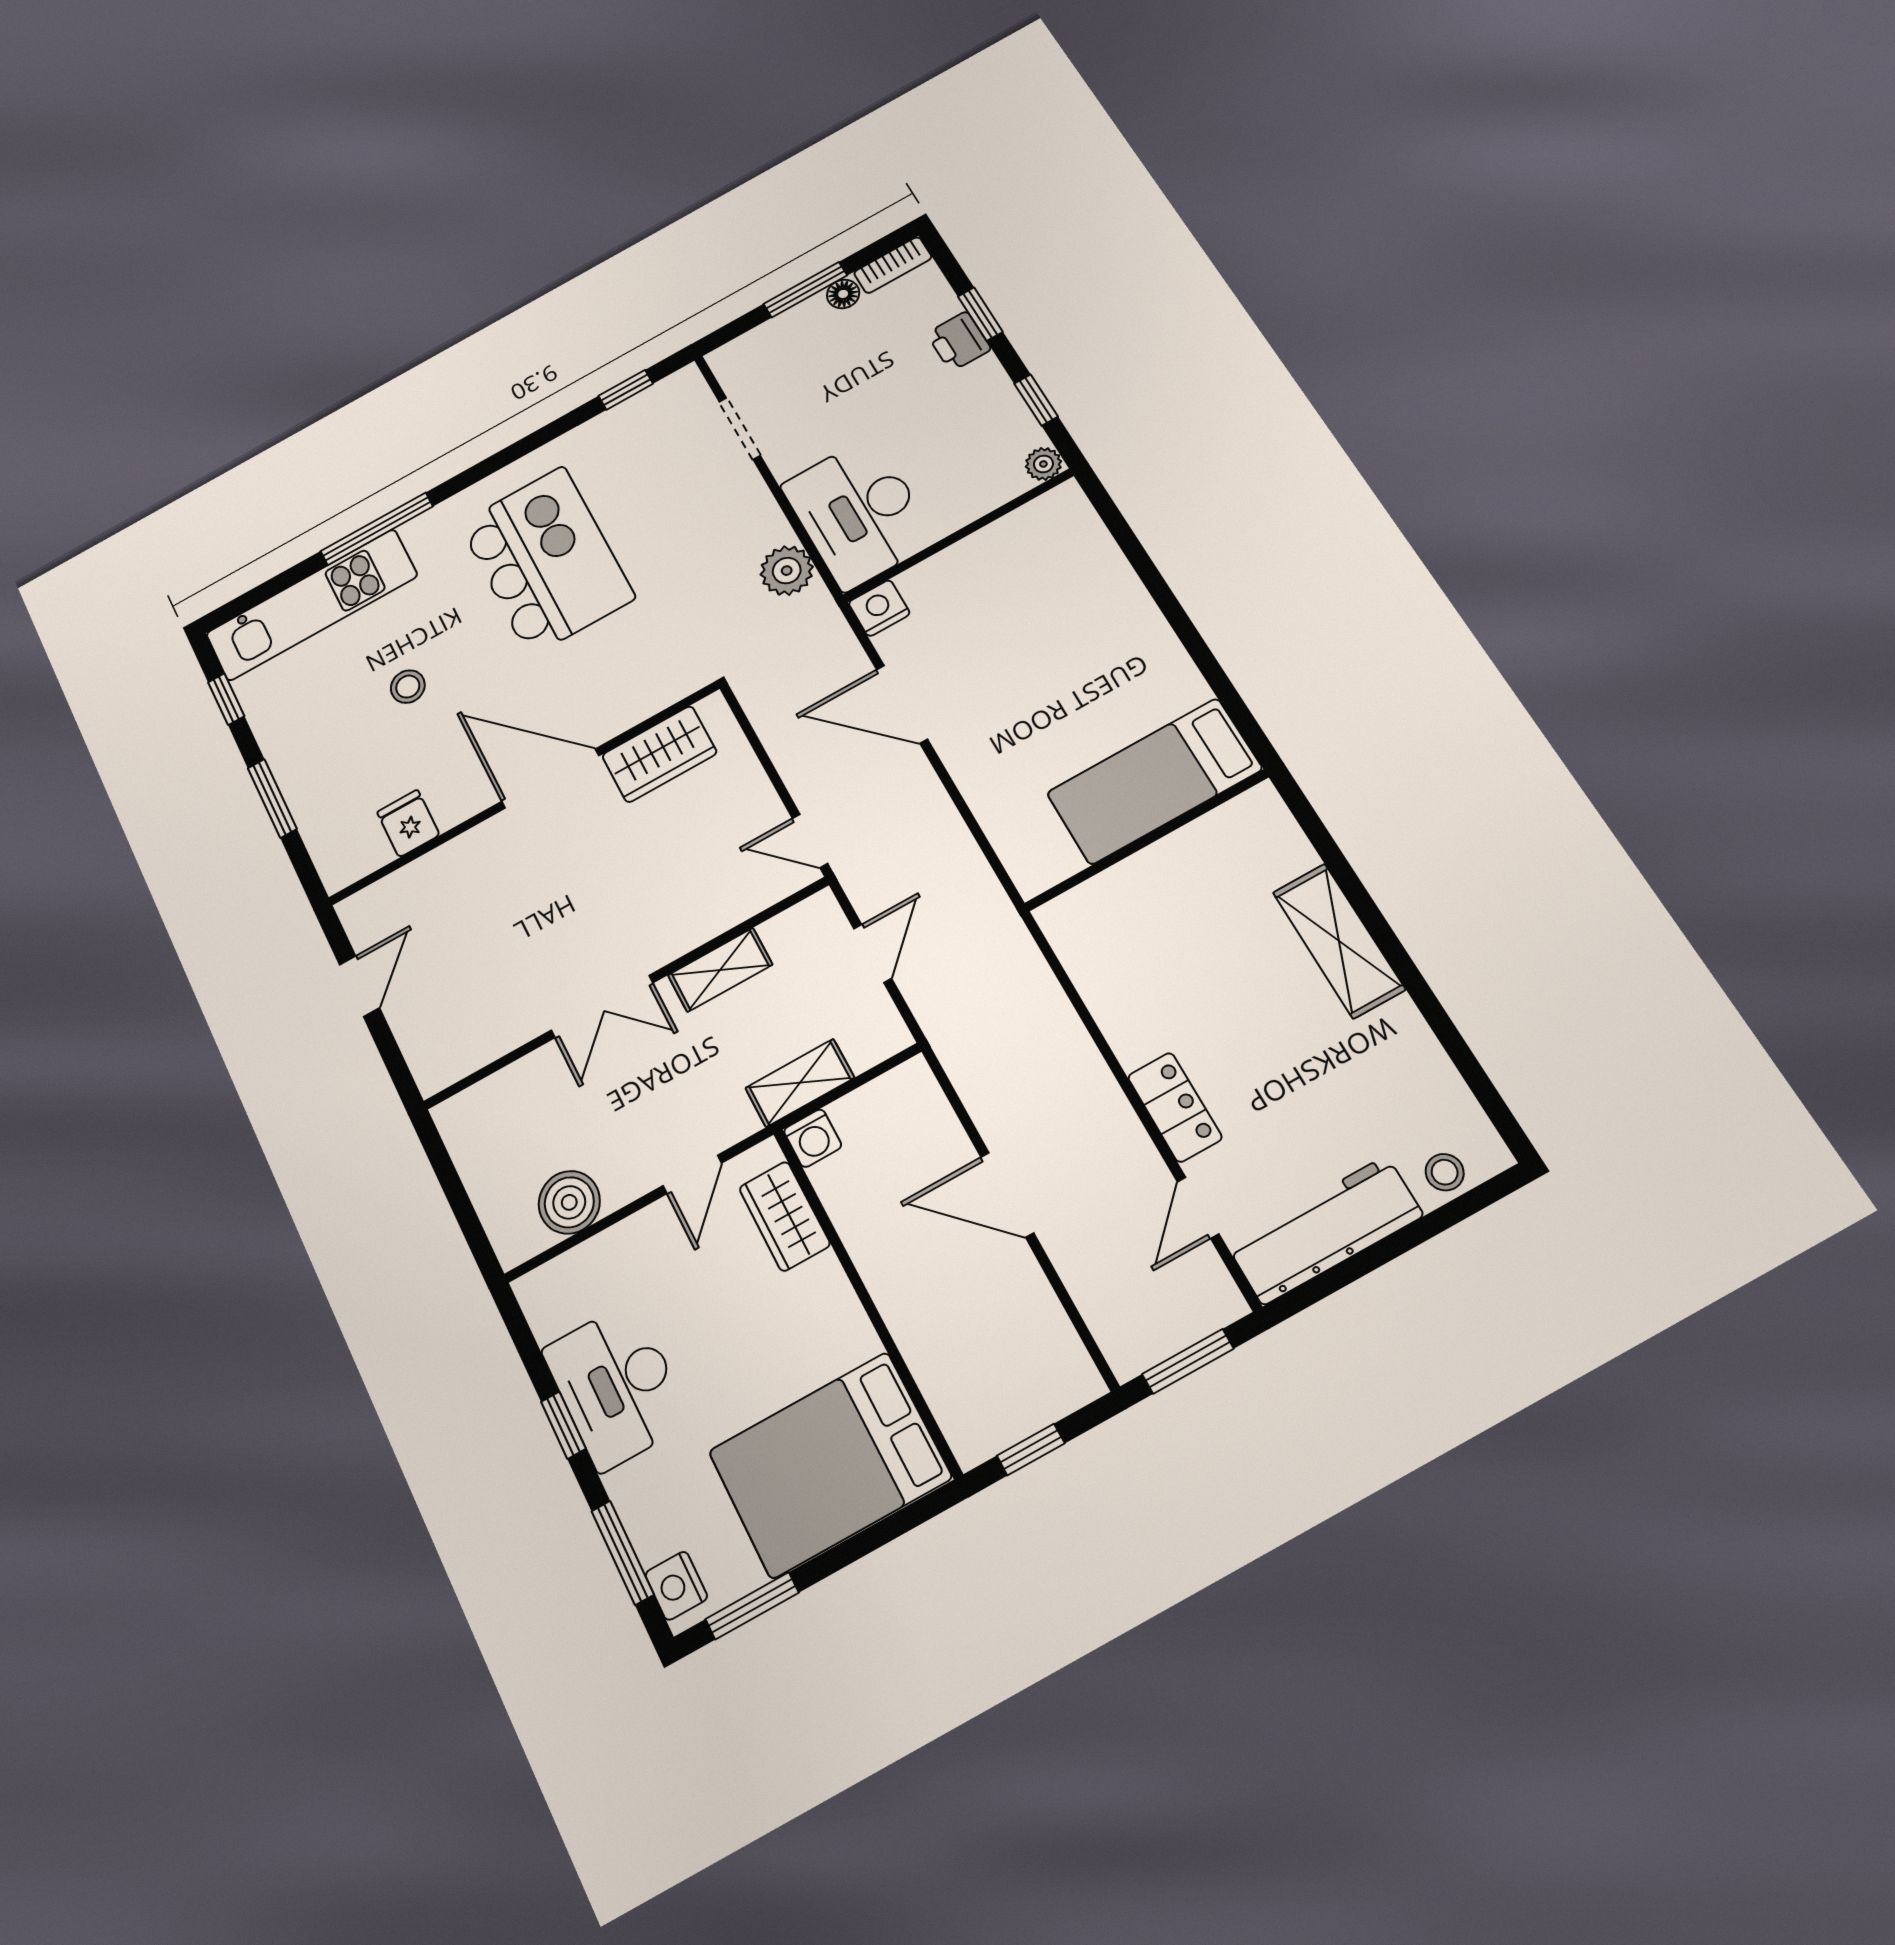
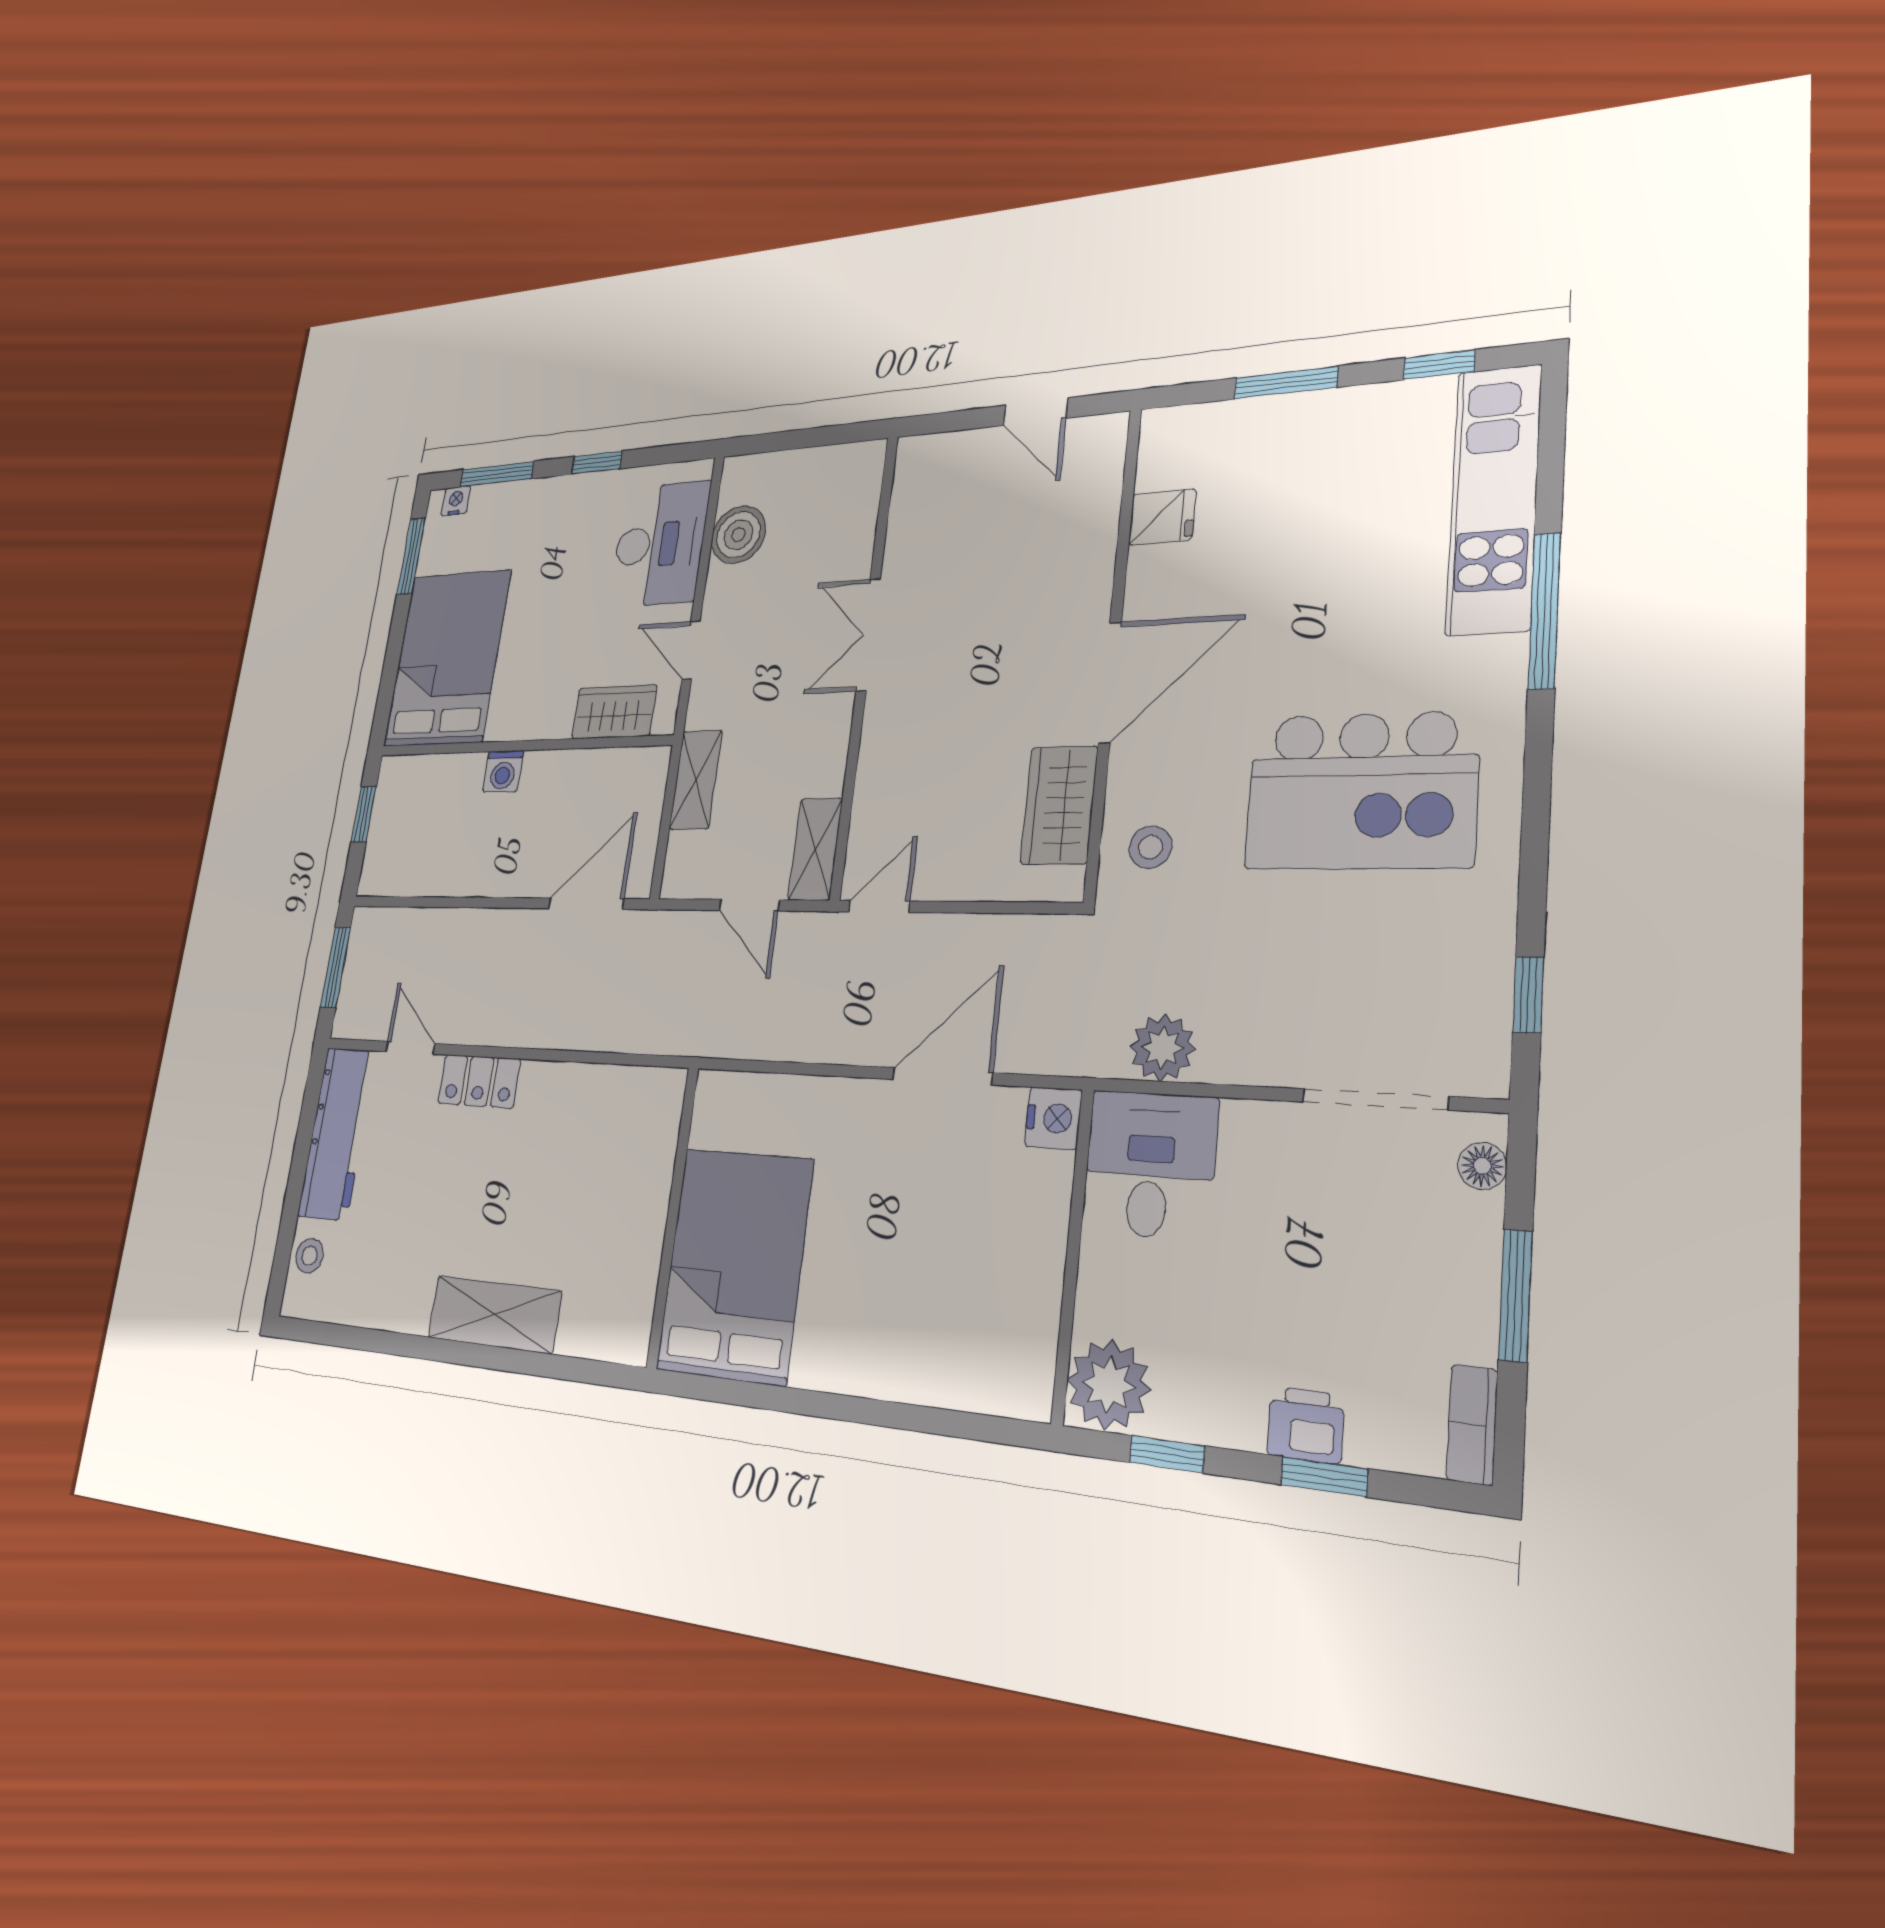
floor lamp: (843, 294) -> (1482, 1166), moved
doorway: (740, 429) -> (1375, 1099), width x1.38
plant: (1043, 464) -> (1109, 1385), width x1.88, depth x1.88
desk: (859, 513) -> (1150, 1165), width x0.73
stool: (408, 687) -> (1150, 847), moved
bed: (1154, 781) -> (735, 1265), width x1.50
shelving: (720, 970) -> (815, 849), moved
washing machine: (813, 1138) -> (503, 771), moved, turned -90
door: (1007, 1195) -> (586, 904), moved
desk: (617, 1386) -> (659, 544), moved, turned 90
nightstand: (676, 1586) -> (456, 501), width x0.72, depth x0.74

